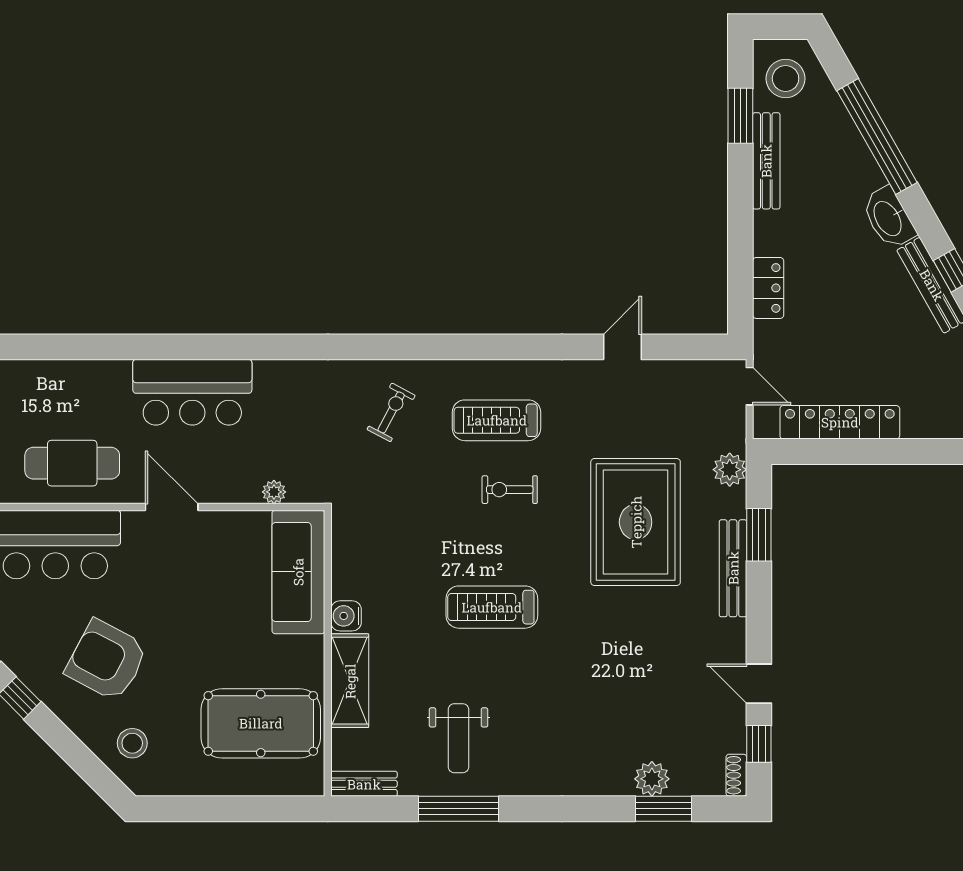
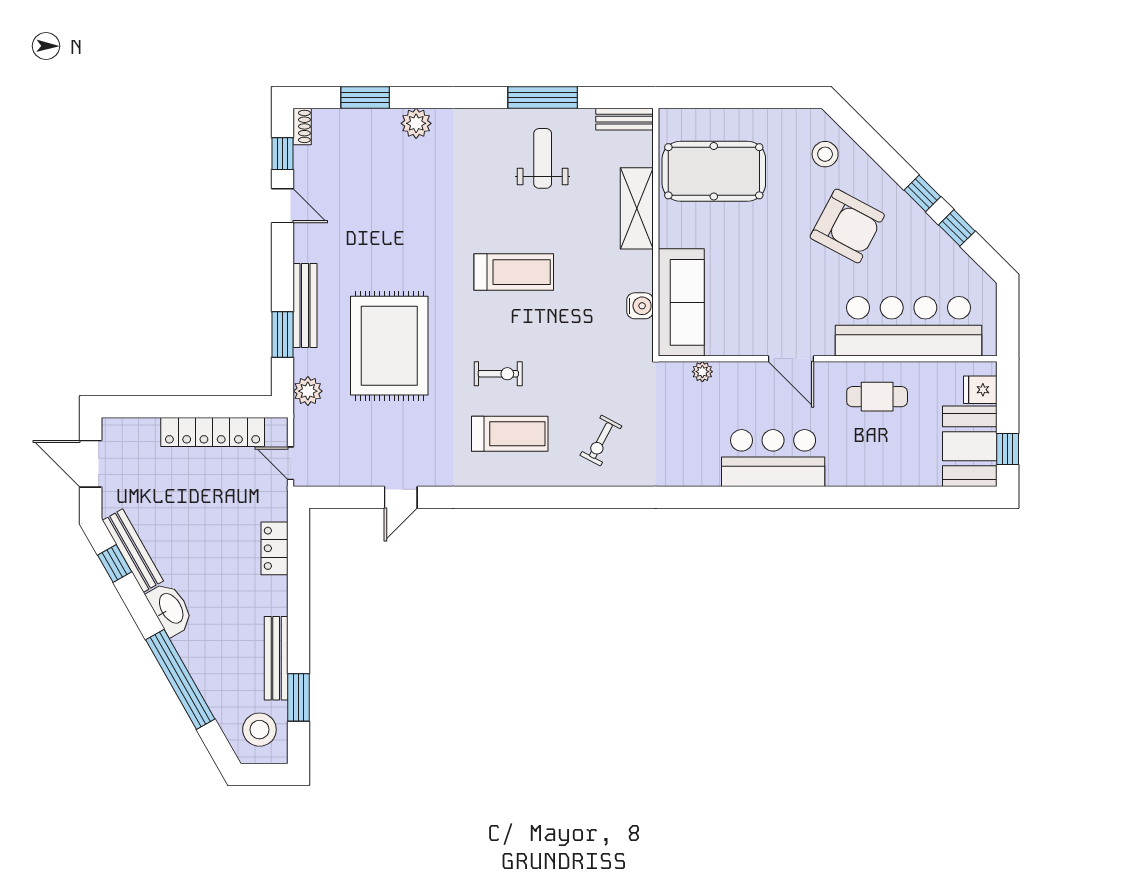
cafe table: (72, 463) -> (877, 397), width x0.73, depth x0.74
water cooler: (346, 616) -> (640, 306), moved
plant: (652, 779) -> (416, 123), moved

